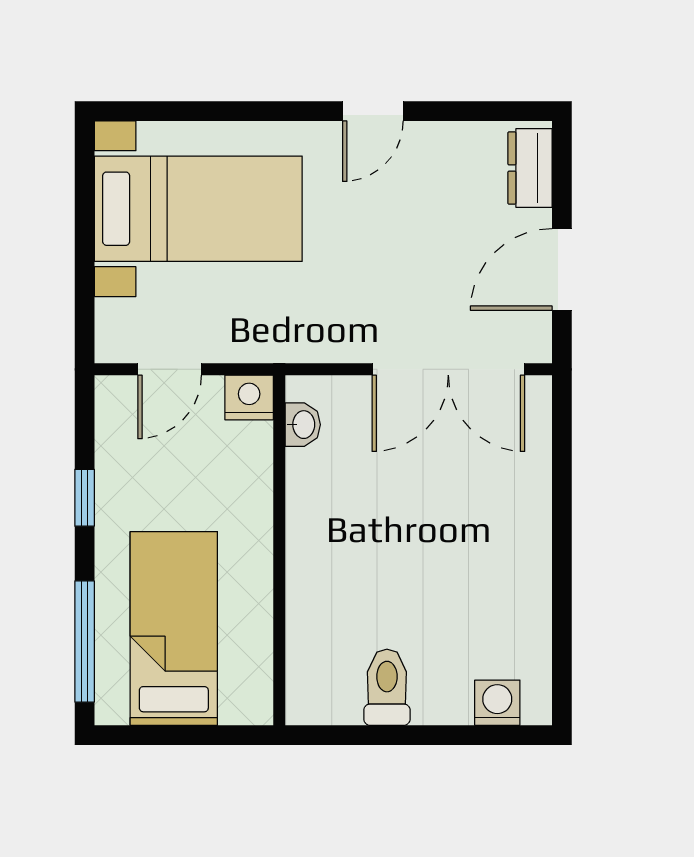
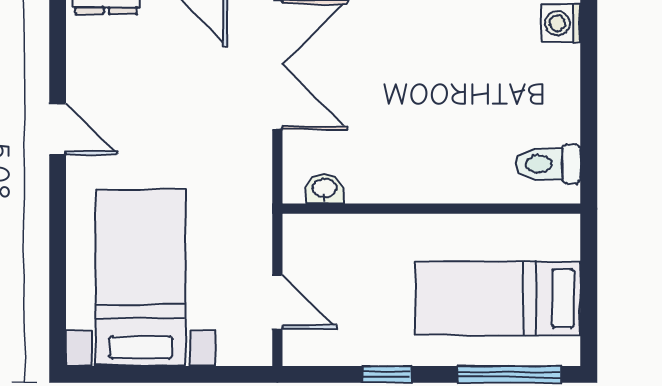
nightstand: (249, 397) -> (301, 234), removed
toilet: (387, 687) -> (548, 164), moved

